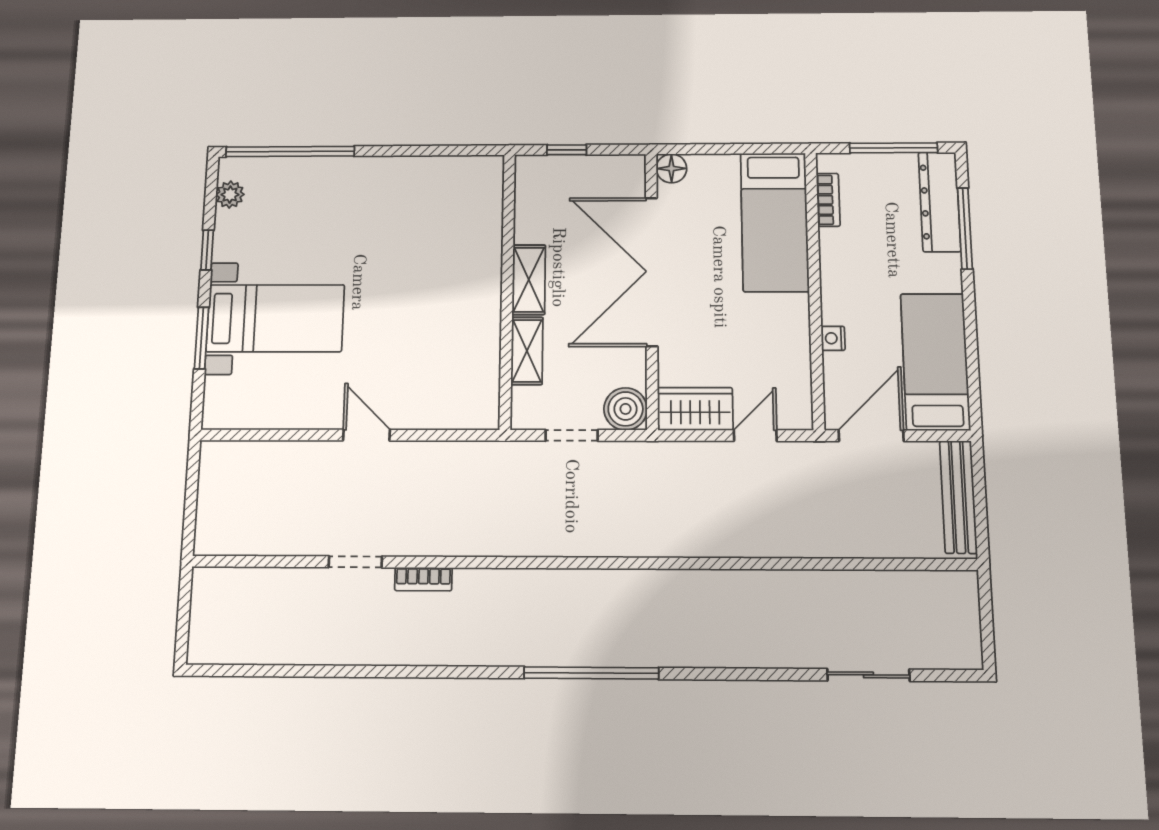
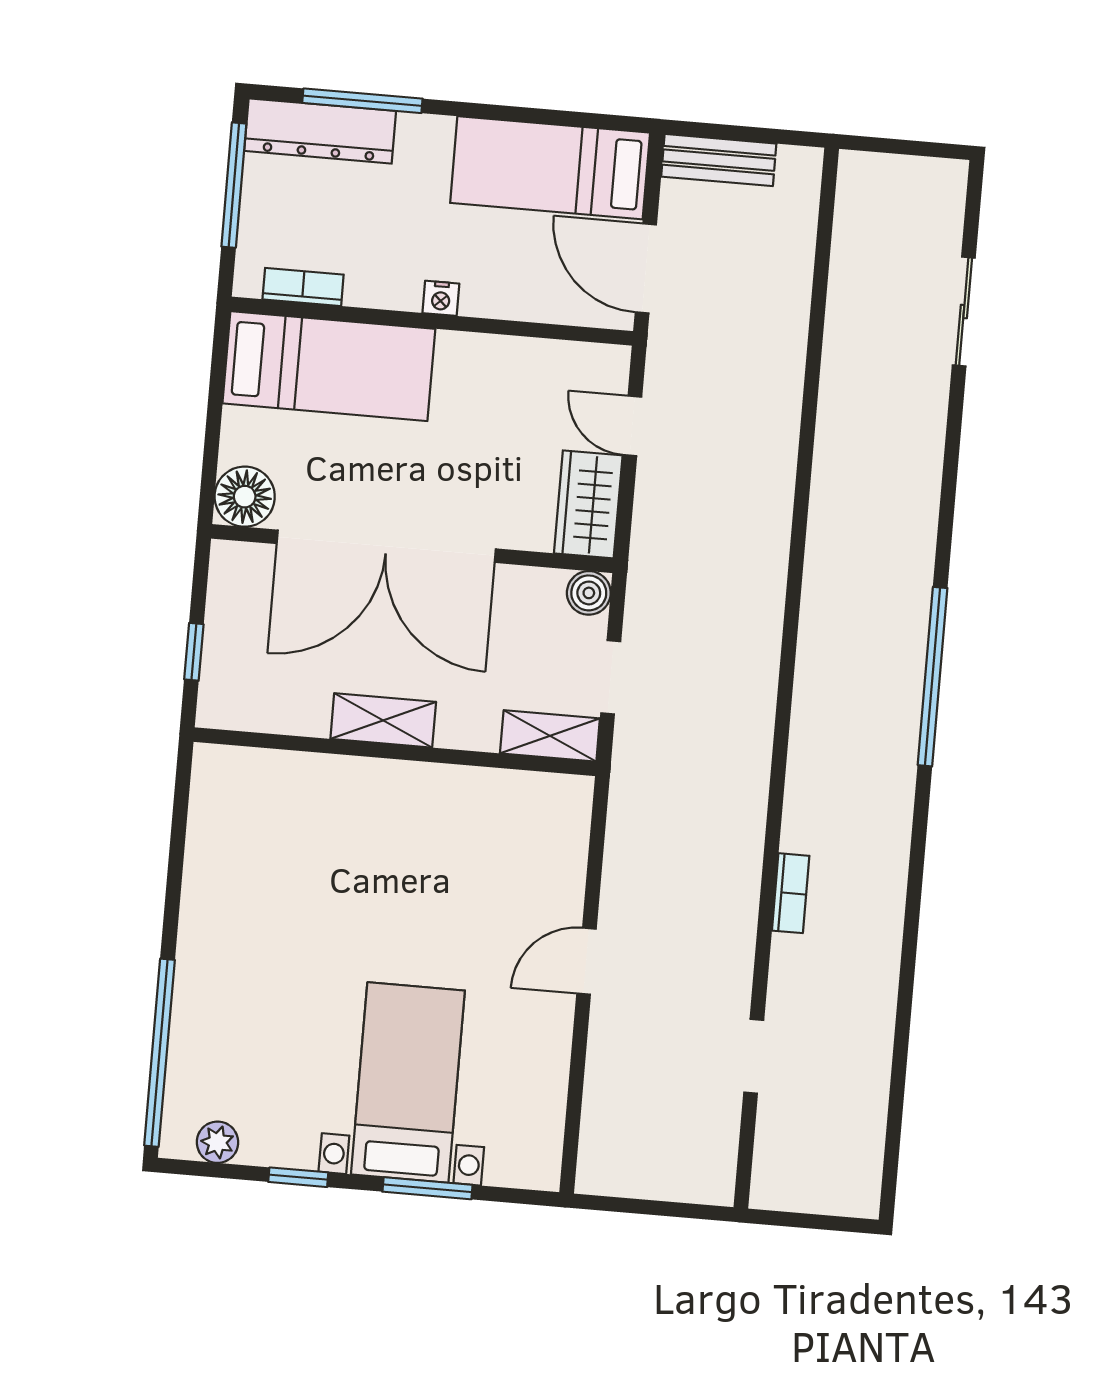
floor lamp: (671, 168) -> (245, 497), width x1.38, depth x1.38
nightstand: (833, 338) -> (441, 298), moved
shelving: (527, 351) -> (550, 736), moved
boiler: (626, 409) -> (589, 593), width x0.73, depth x0.73
bench: (958, 497) -> (719, 160), width x0.73
doorway: (355, 562) -> (754, 1056), moved

